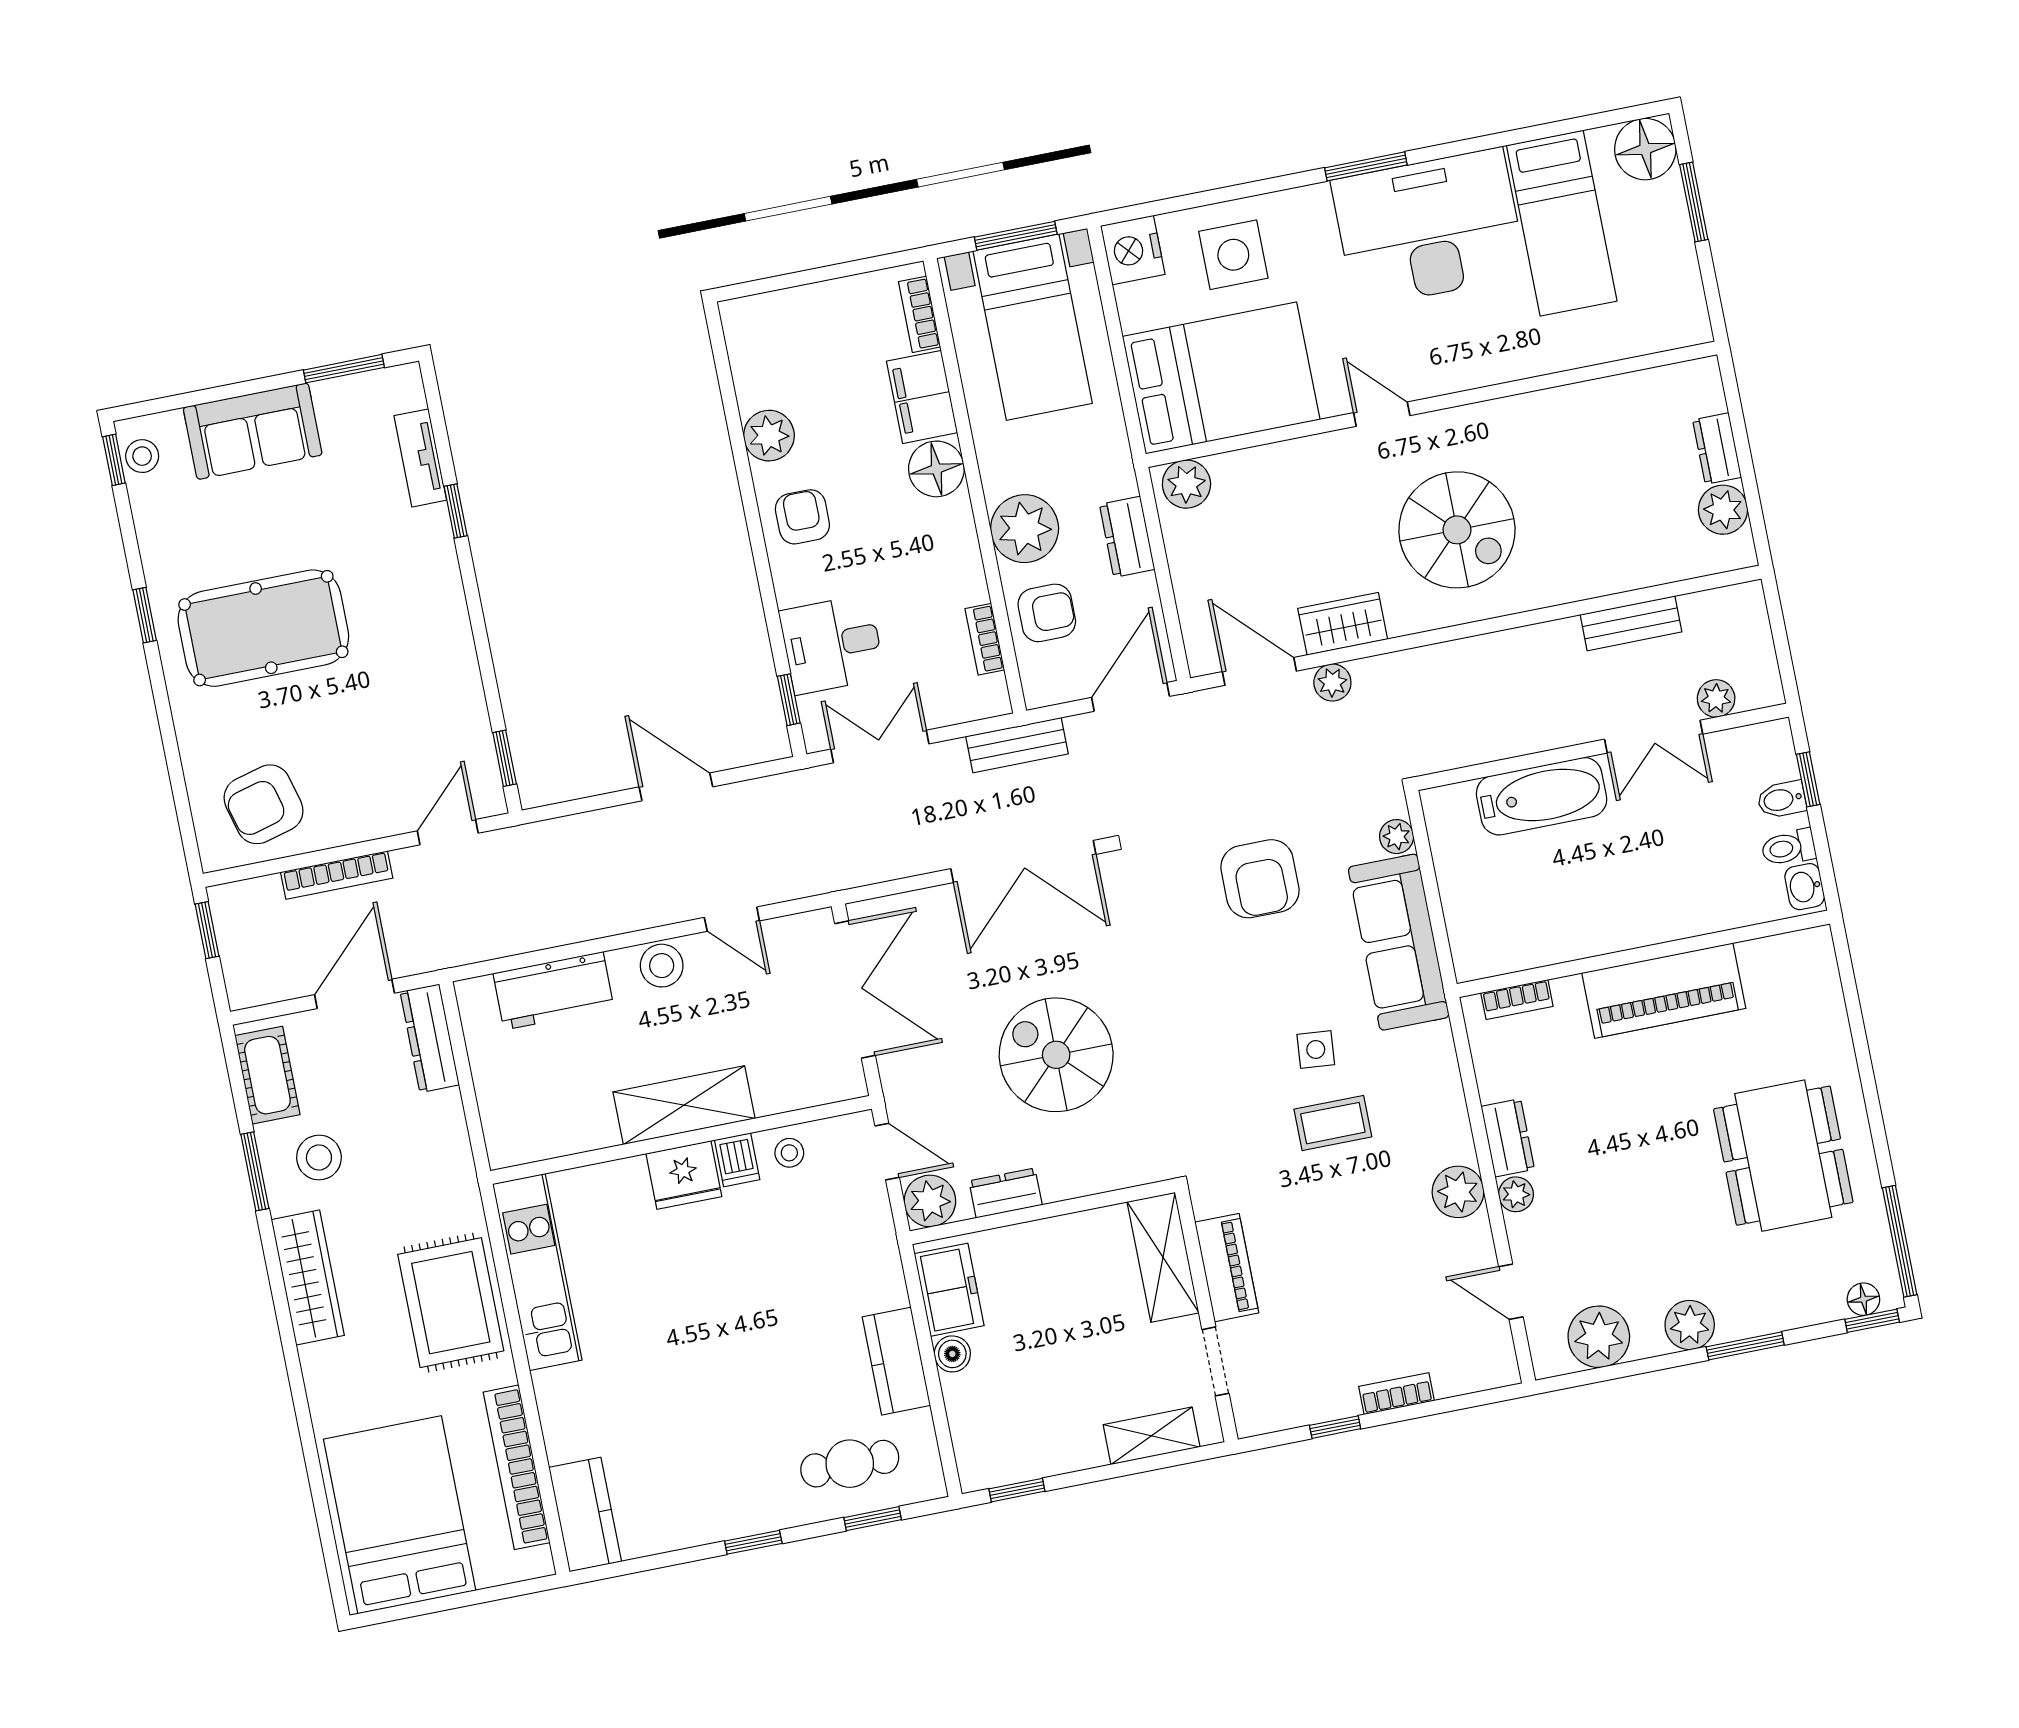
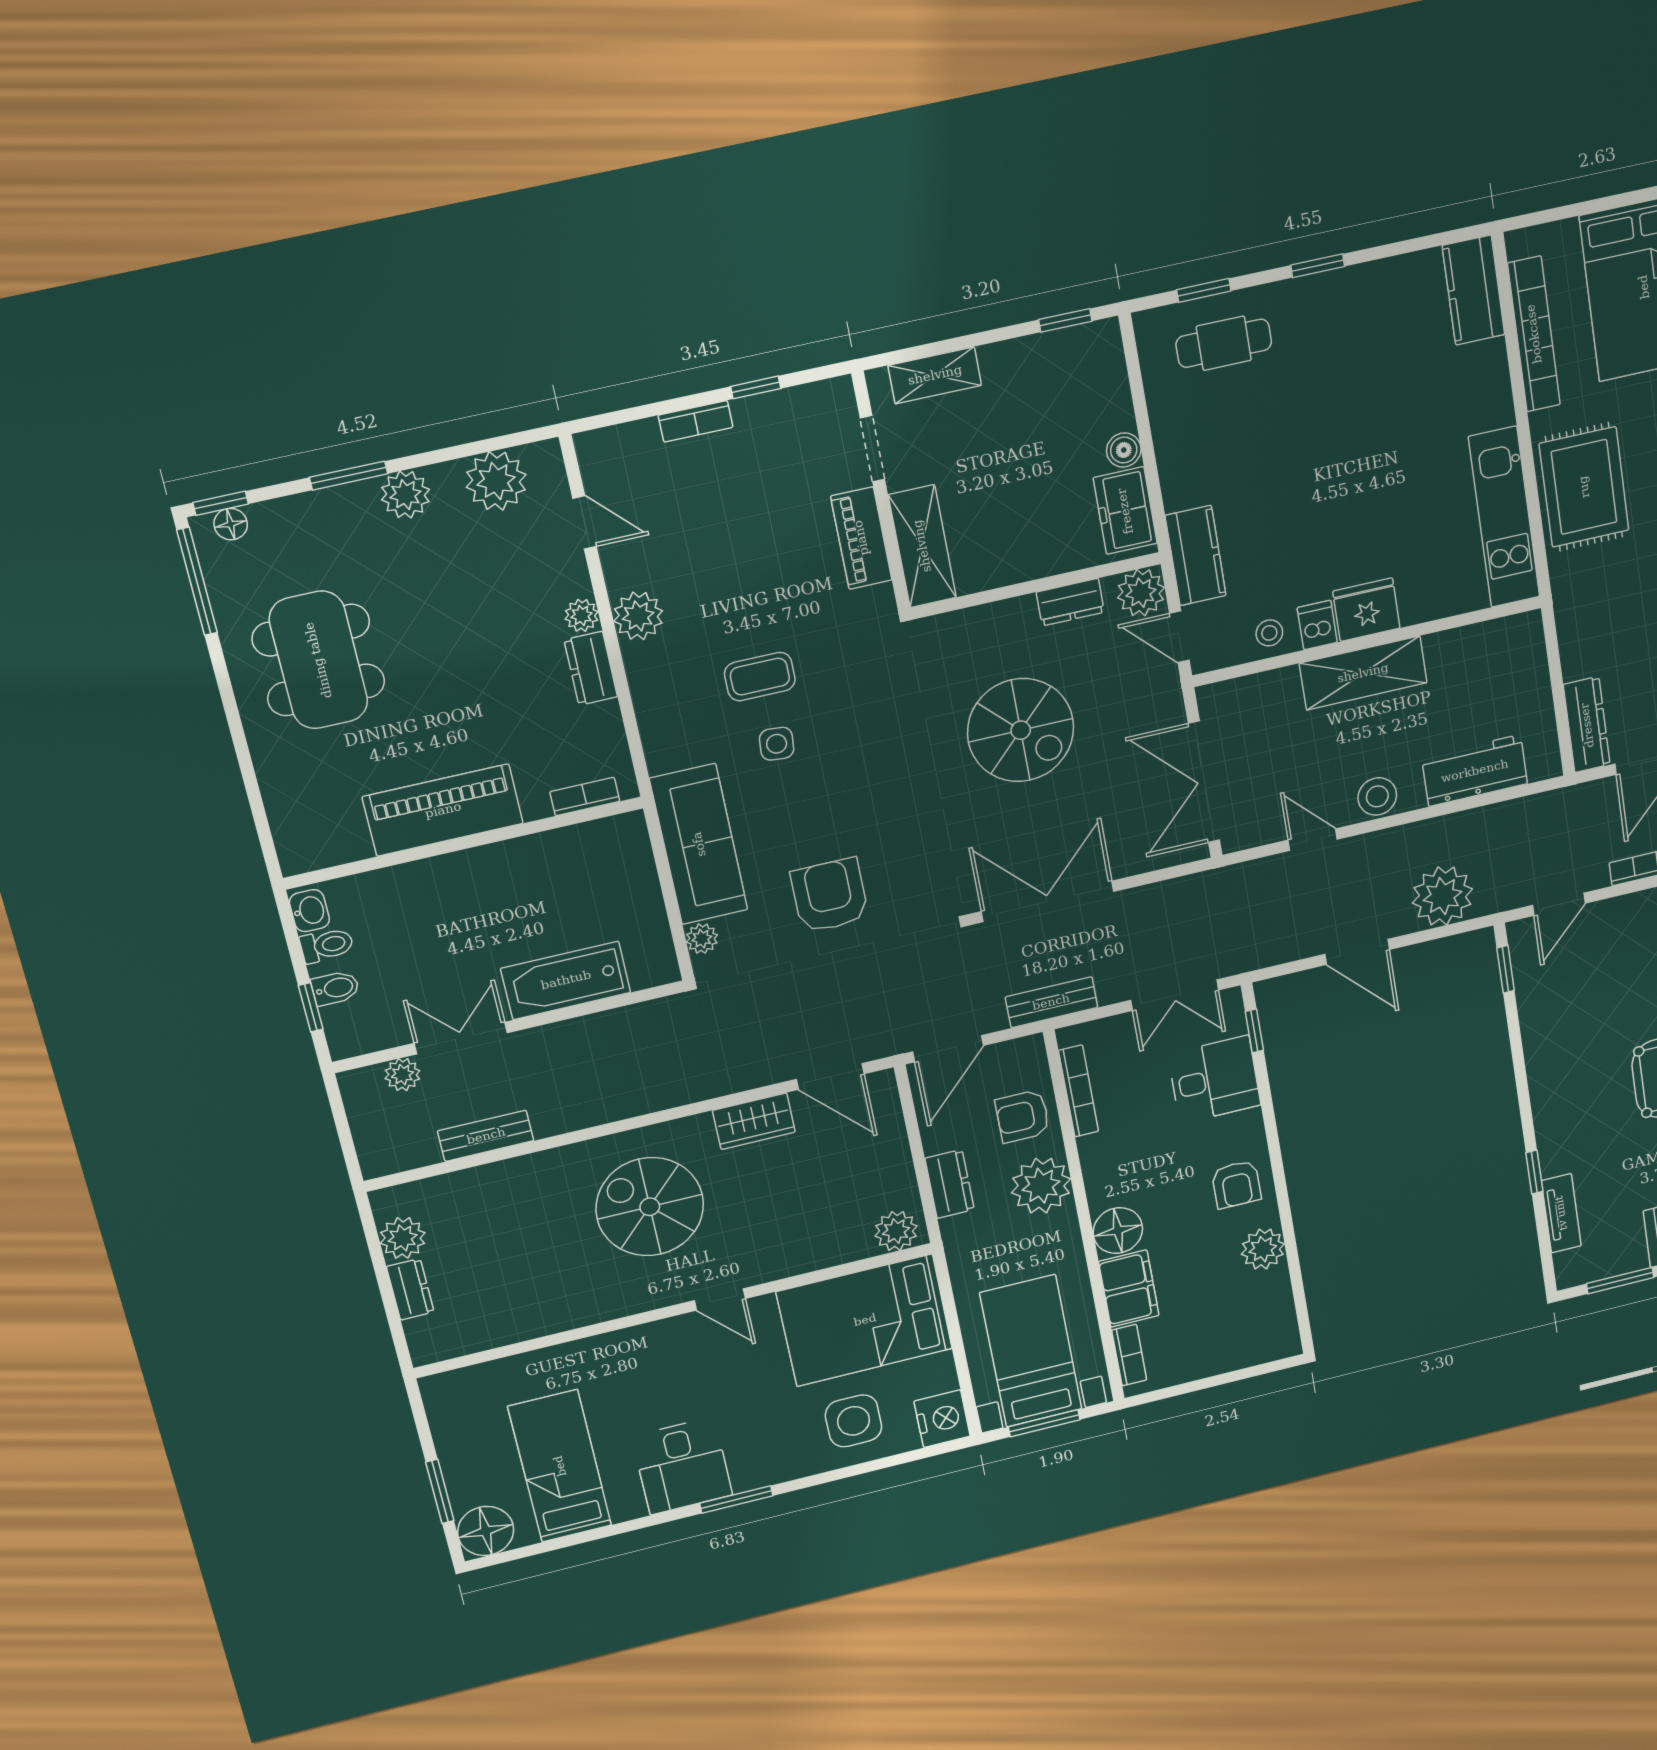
desk: (1429, 228) -> (682, 1466), width x0.53, depth x0.77
bookcase: (985, 639) -> (1079, 1091), width x1.56
plant: (1332, 683) -> (1442, 896), moved, width x1.88, depth x1.88
kitchen counter: (896, 1361) -> (1196, 556), moved

